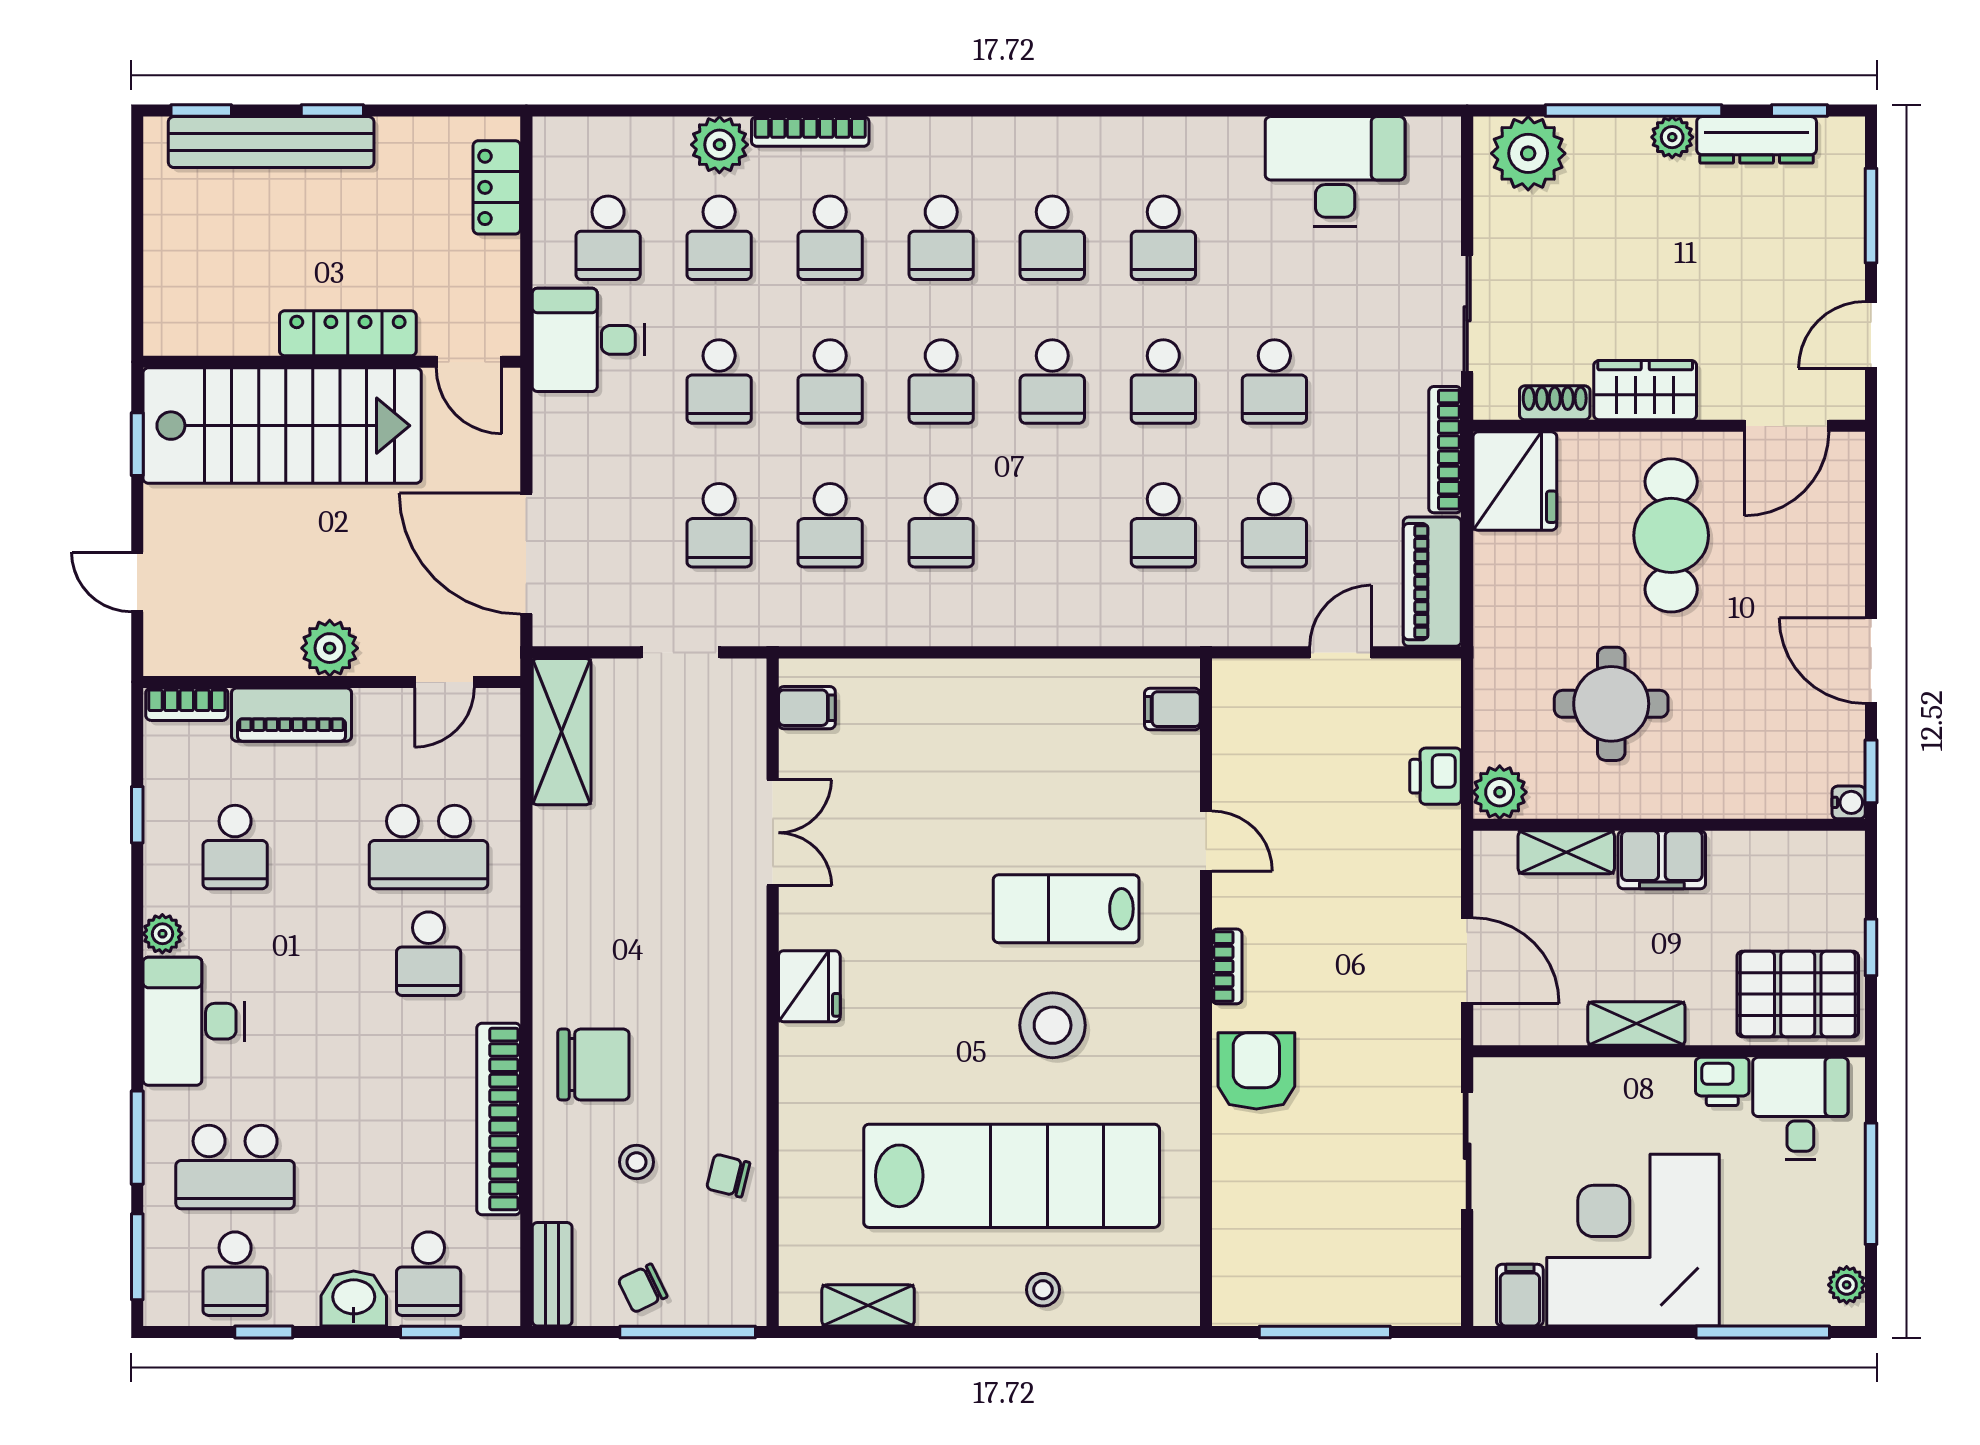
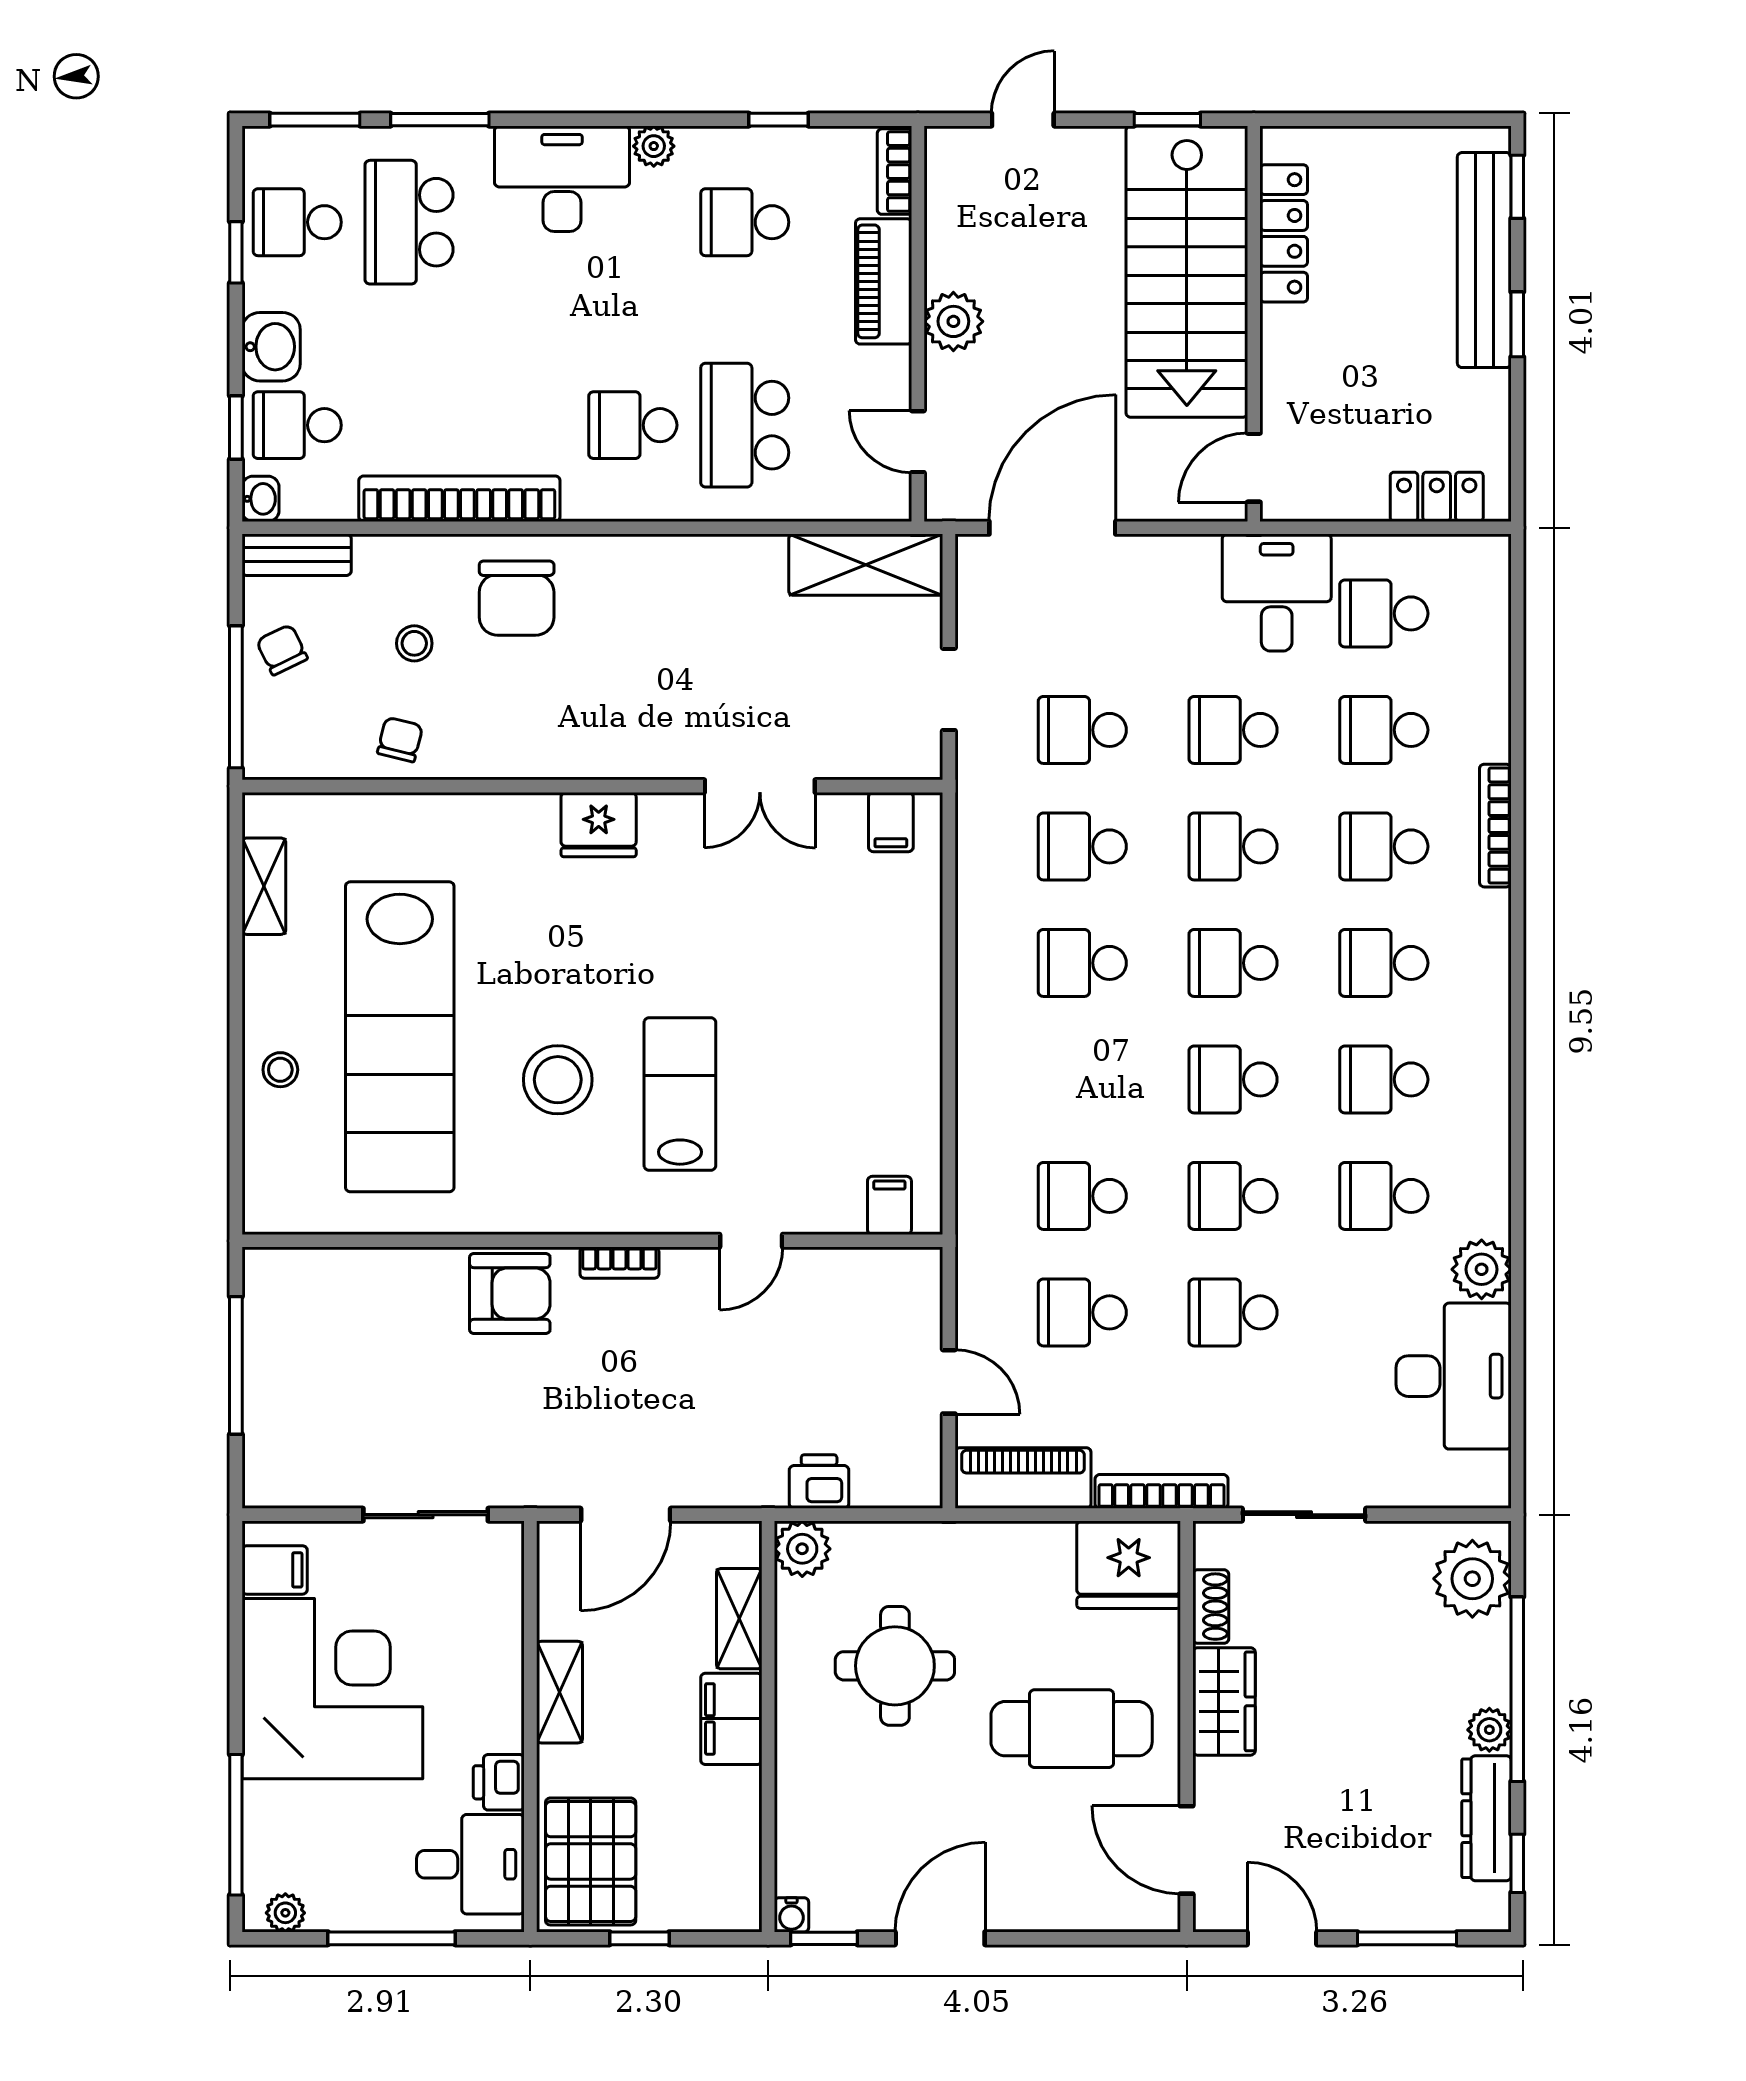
plant: (719, 145) -> (1482, 1269), moved
locker: (348, 333) -> (1284, 233), moved
washbasin: (499, 1309) -> (260, 499), added

